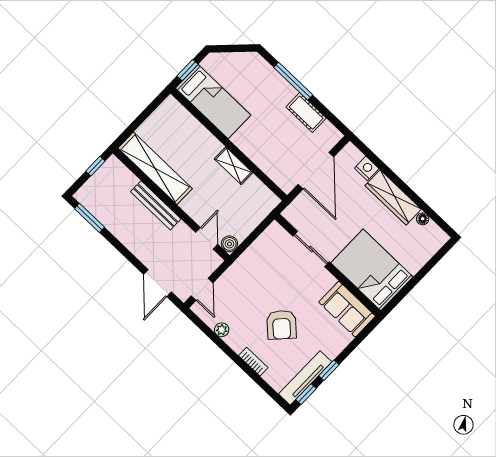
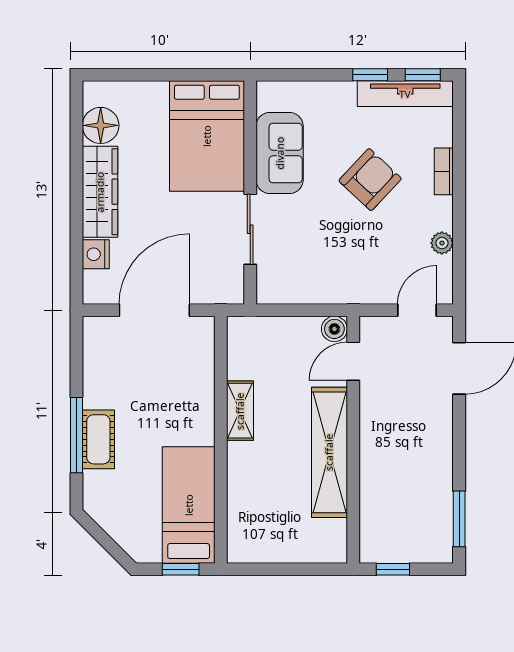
cot: (306, 113) -> (98, 439), moved
shelving: (155, 168) -> (329, 452), moved
bench: (156, 205) -> (371, 456), removed
floor lamp: (423, 219) -> (101, 125), width x1.89, depth x1.89
sofa: (347, 309) -> (280, 153), moved

